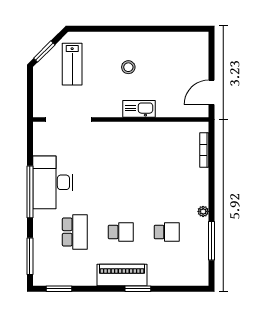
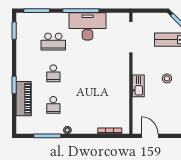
piano: (122, 275) -> (24, 99), moved

